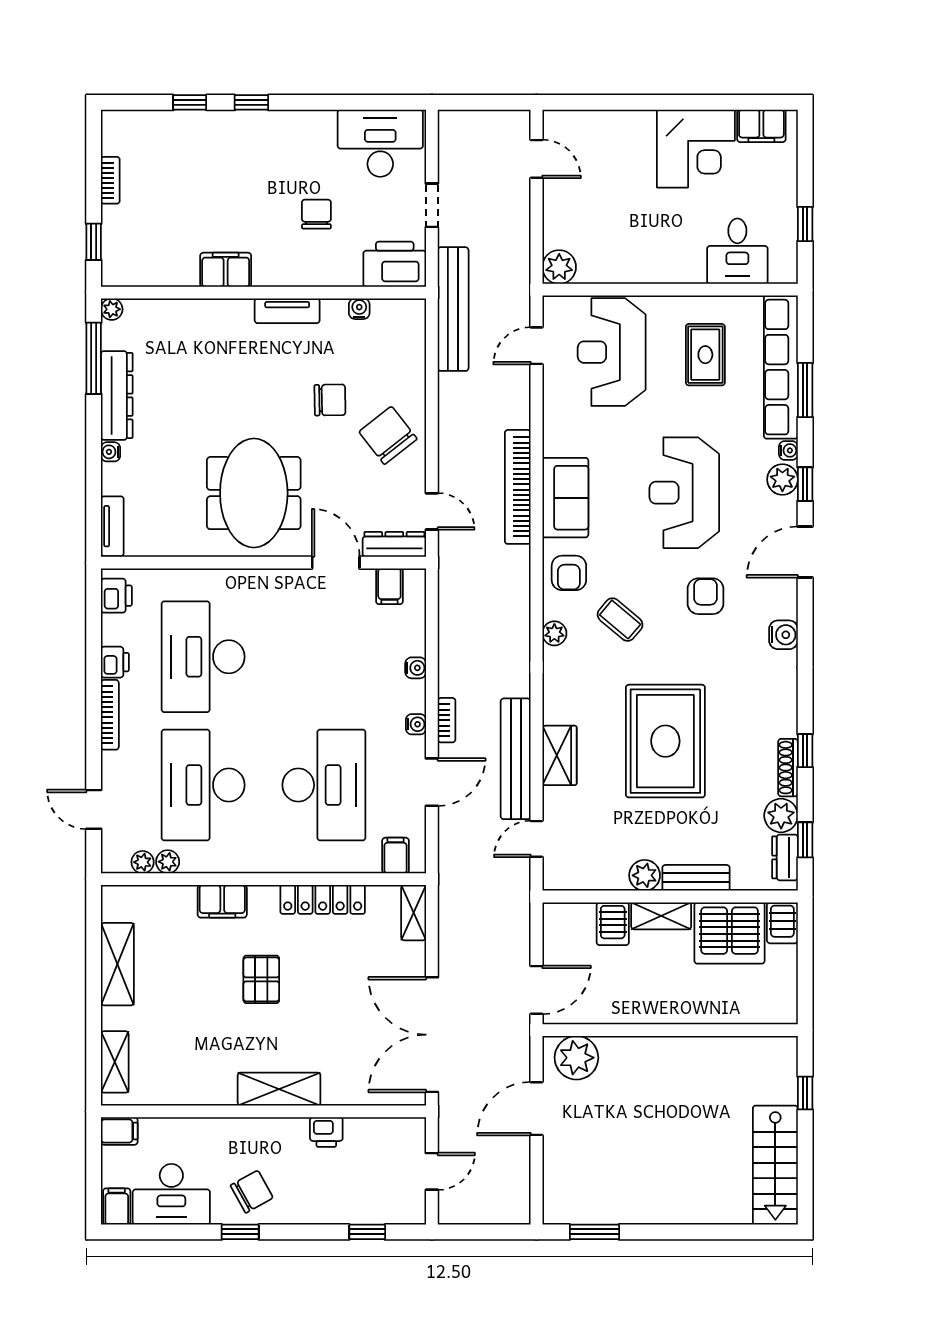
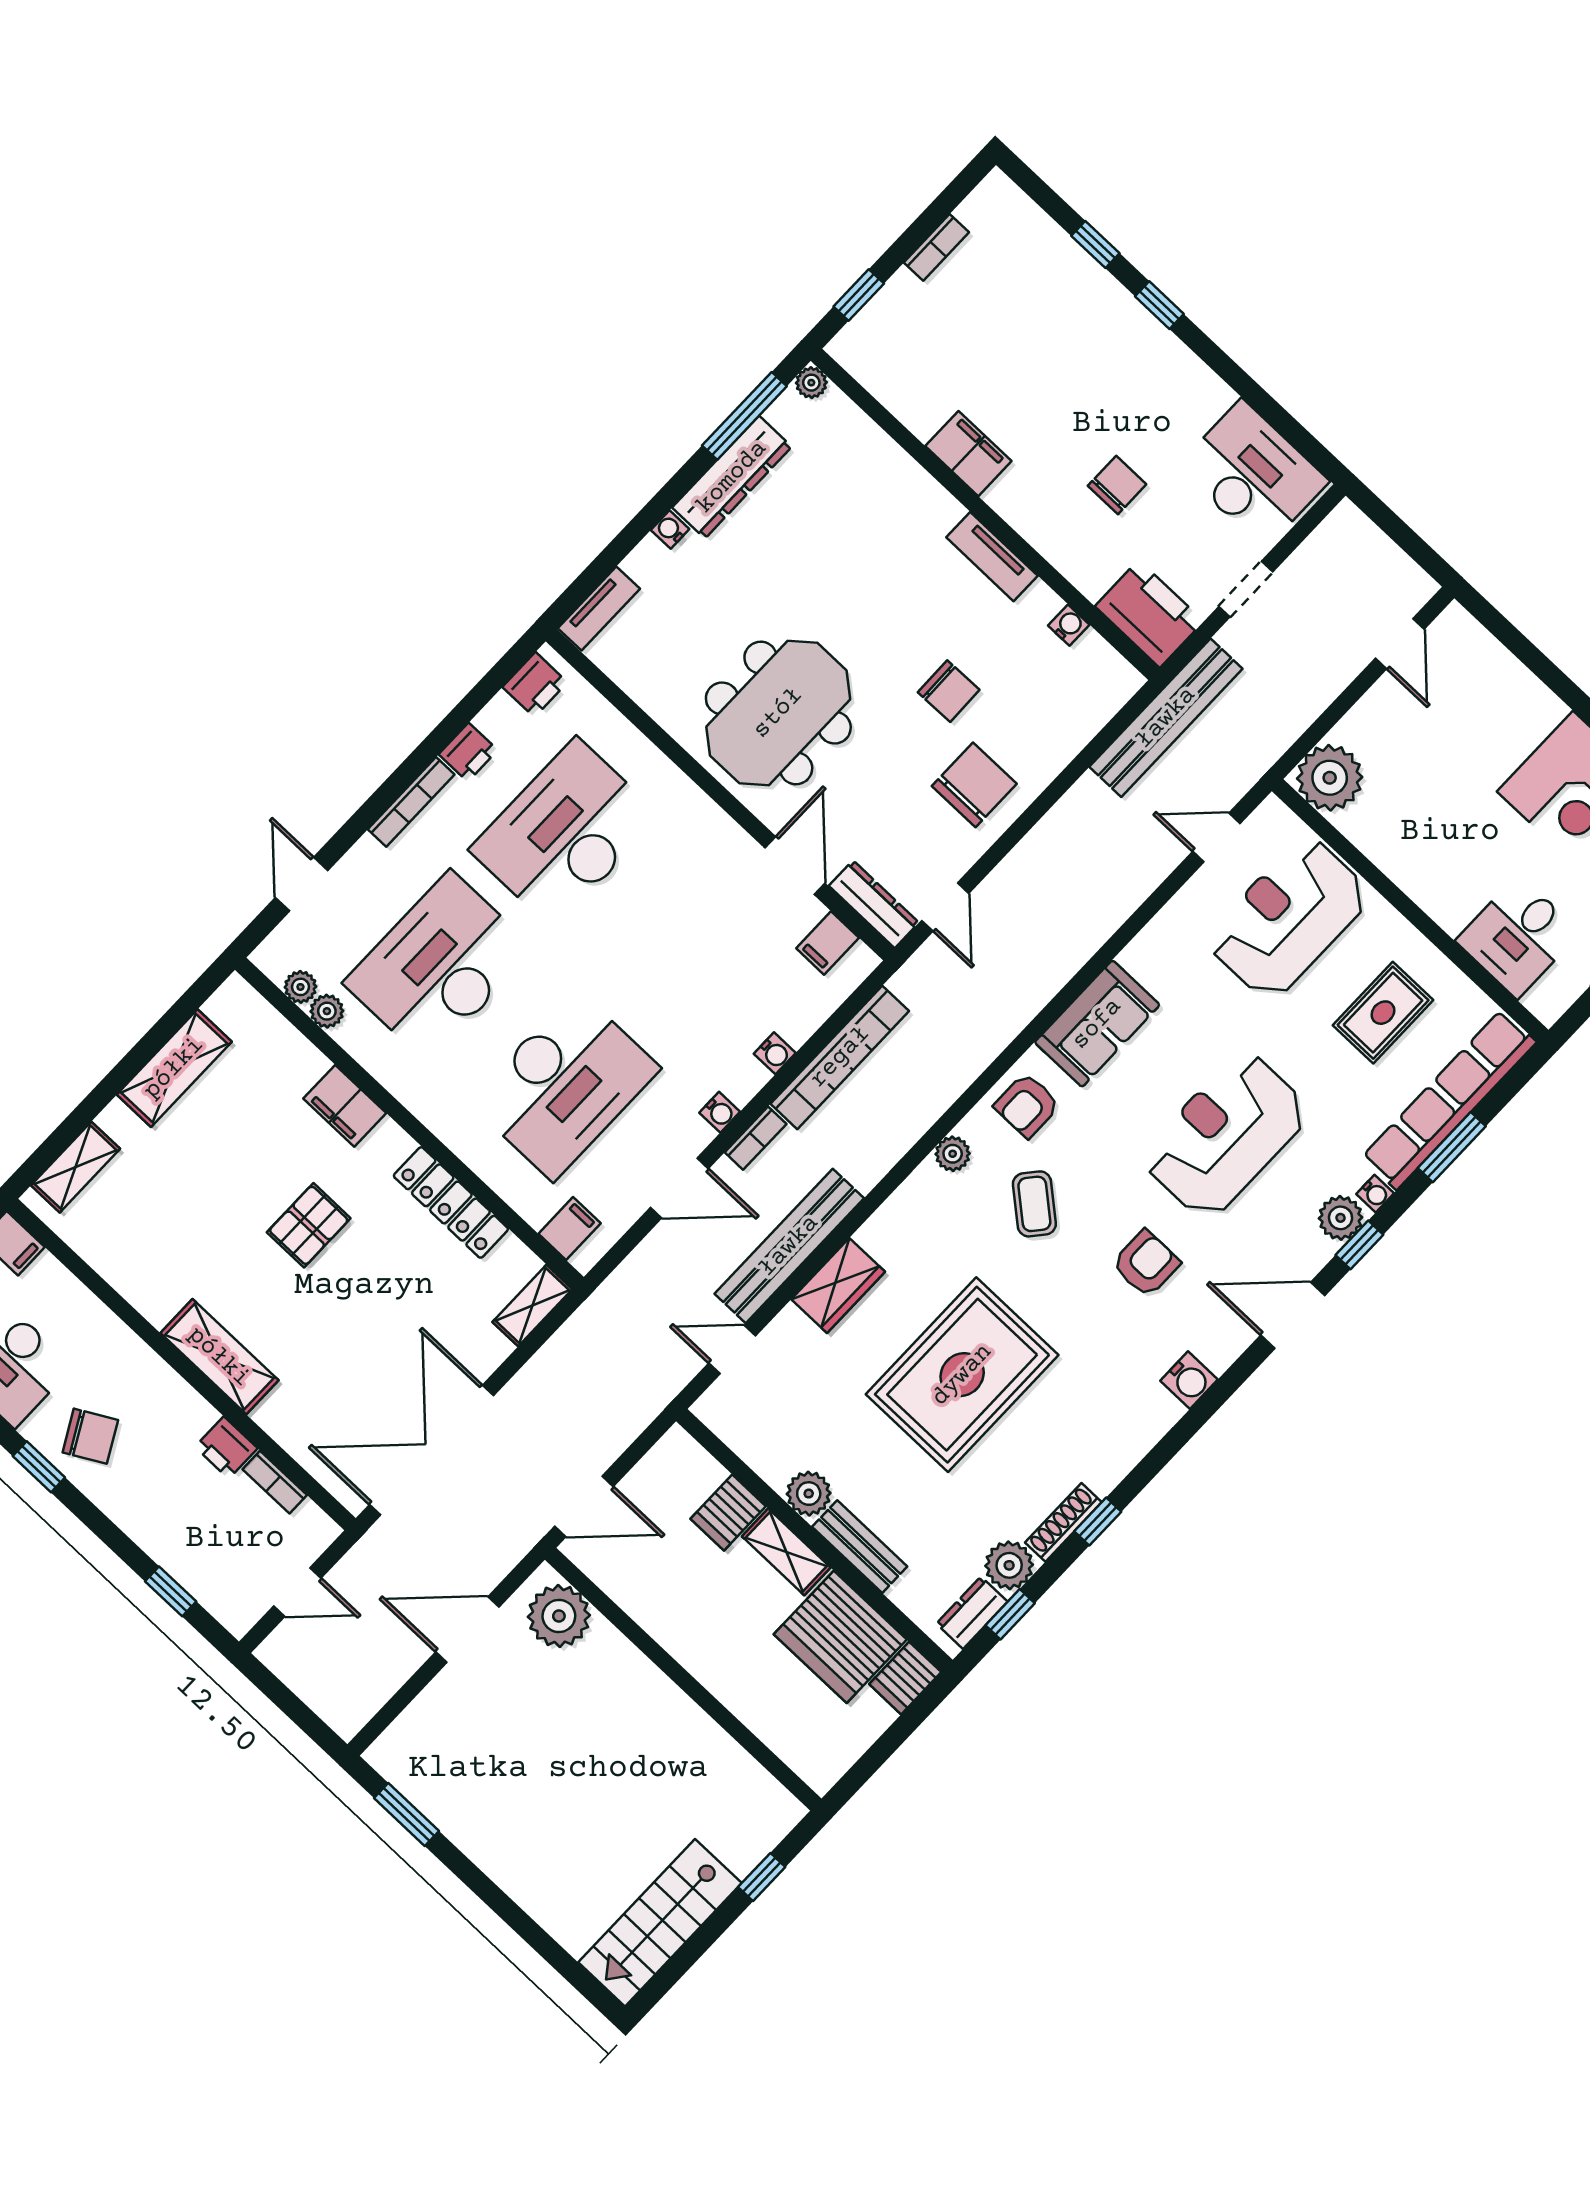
plant: (559, 267) -> (1330, 778), width x1.36, depth x1.36
chair: (388, 435) -> (974, 785), turned 38
bookcase: (518, 487) -> (840, 1057), moved, turned 180
bookcase: (368, 1126) -> (275, 1482), added

